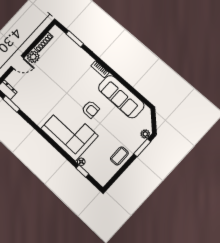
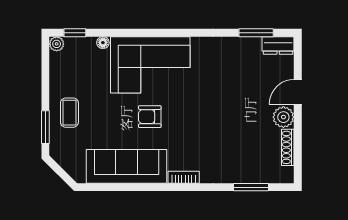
plant: (145, 134) -> (57, 44), moved
coffee table: (119, 156) -> (69, 113), moved
window: (82, 171) -> (75, 33), moved

